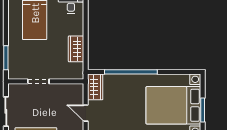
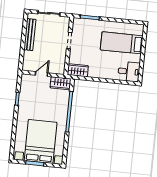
wardrobe: (76, 49) -> (78, 70), moved

